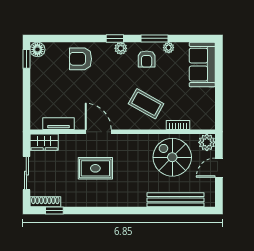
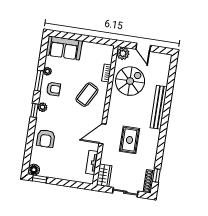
spiral stairs: (172, 157) -> (130, 81), turned 180
bench: (176, 200) -> (159, 107), moved

